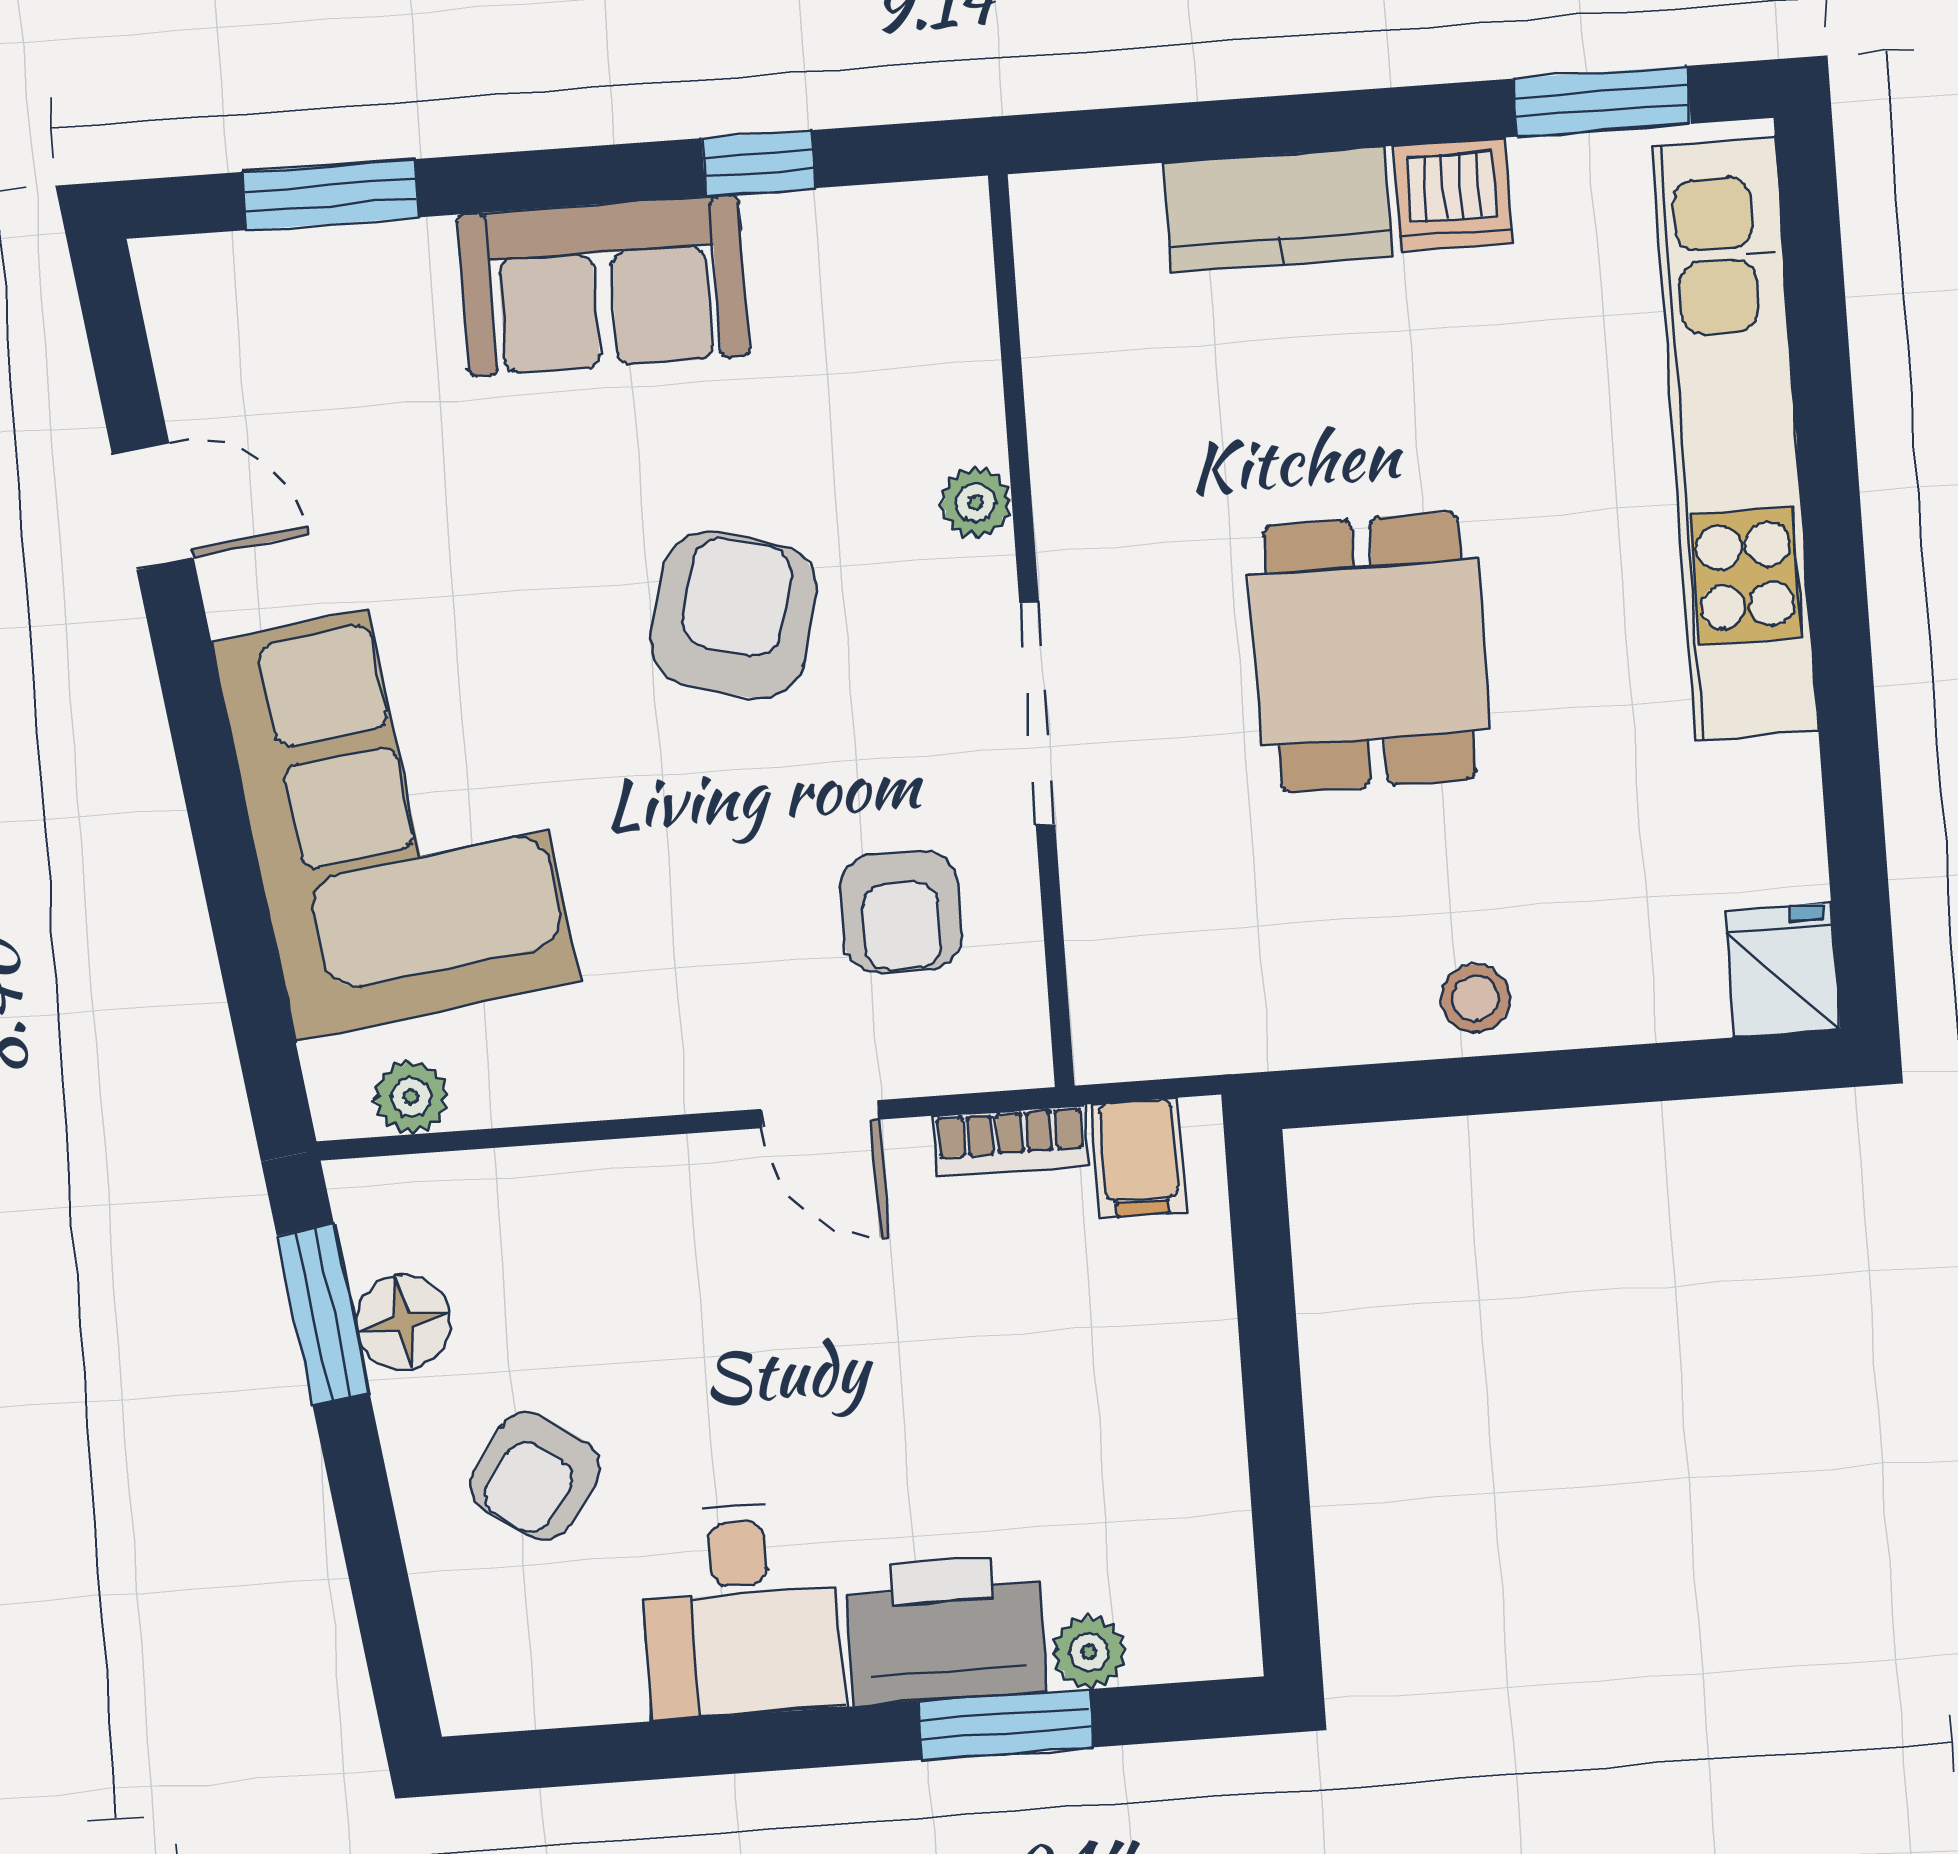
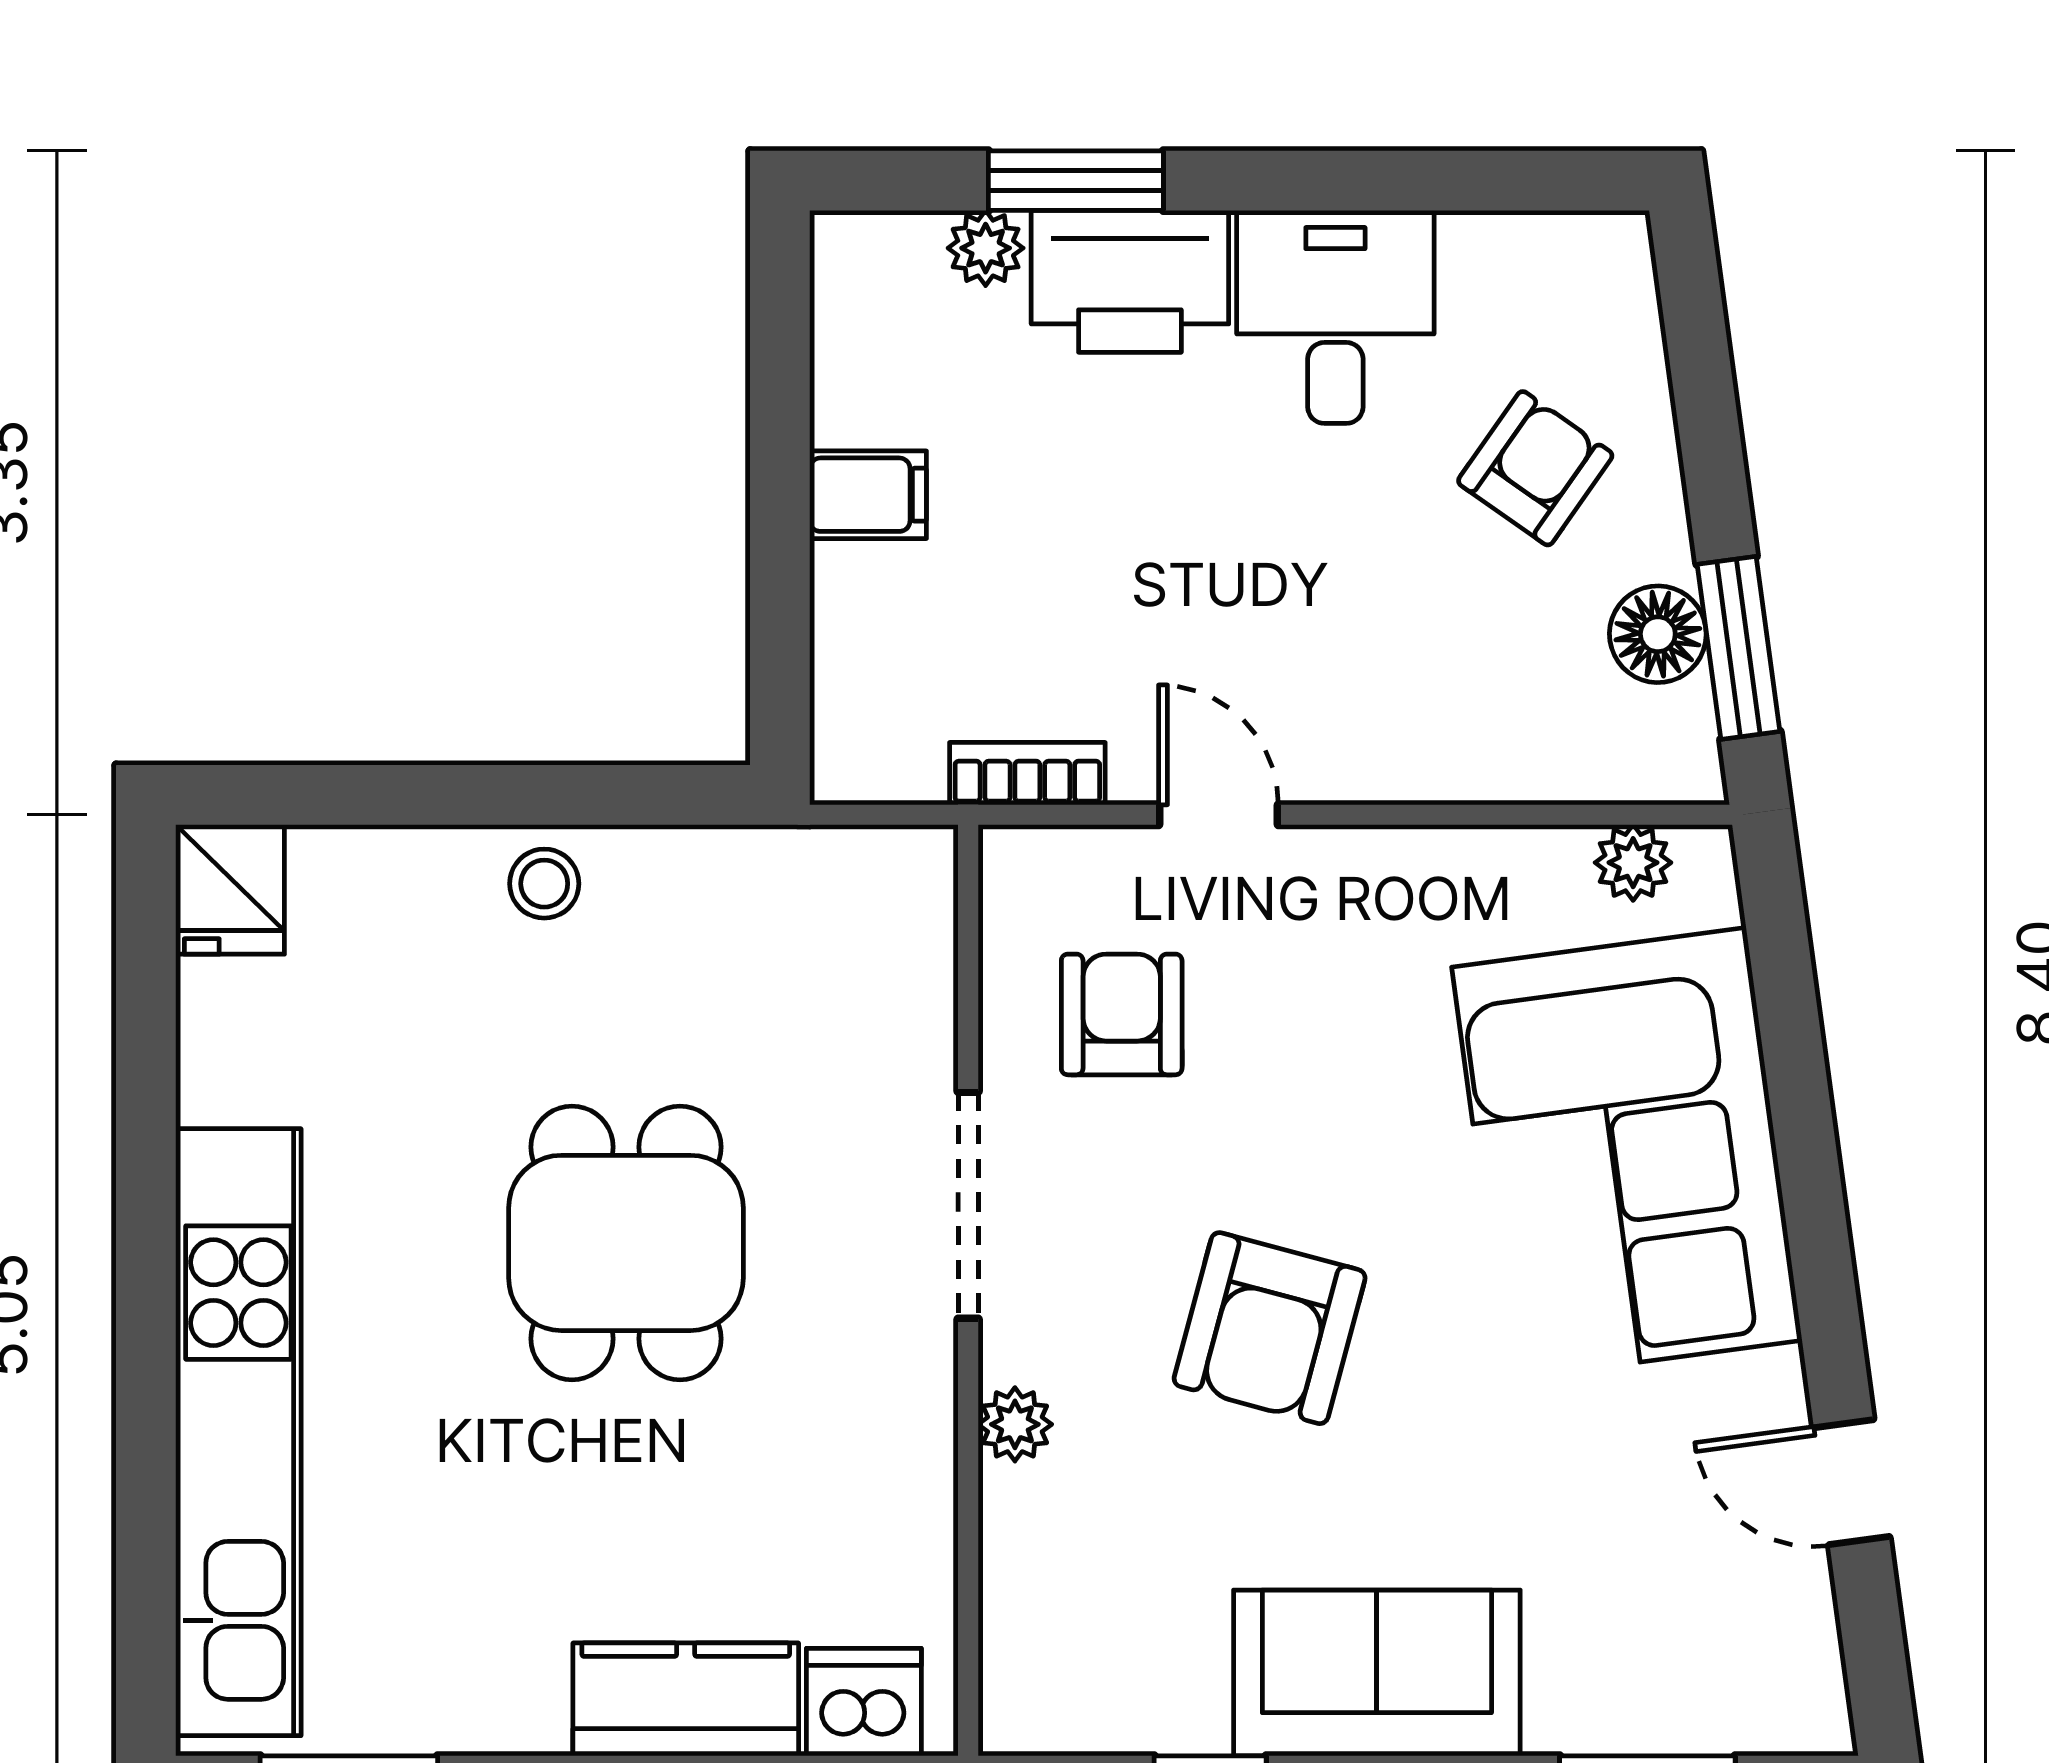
dishwasher: (1453, 194) -> (864, 1702), moved
filing cabinet: (1139, 1158) -> (868, 495), moved, turned 90

